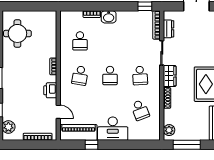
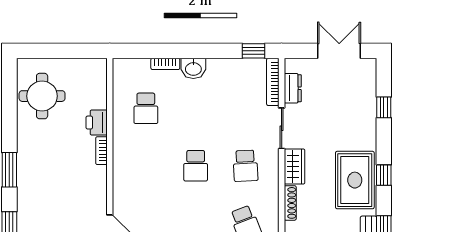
school desk: (80, 76) -> (146, 166), removed
printer: (50, 90) -> (97, 123), moved

